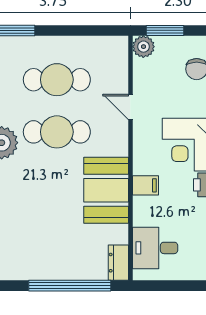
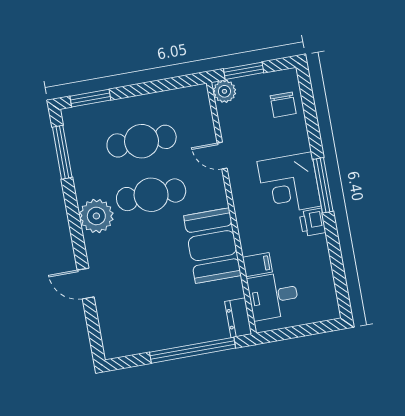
filing cabinet: (145, 185) -> (257, 265), moved

